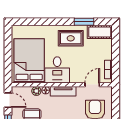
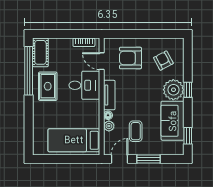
window: (84, 22) -> (29, 71), width x2.11
bed: (29, 61) -> (74, 140), width x0.67
desk: (57, 70) -> (84, 85), moved

